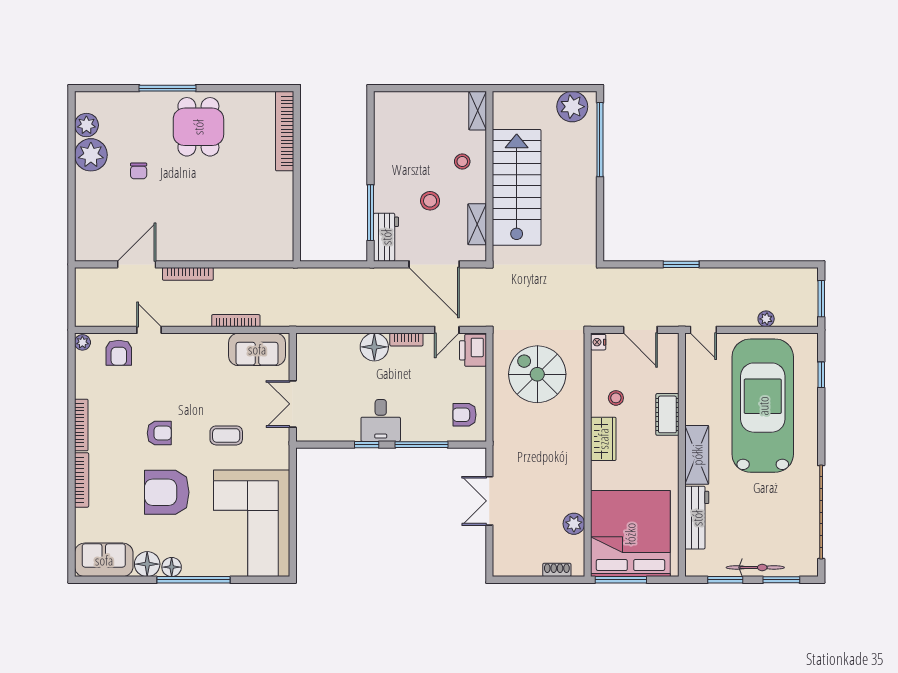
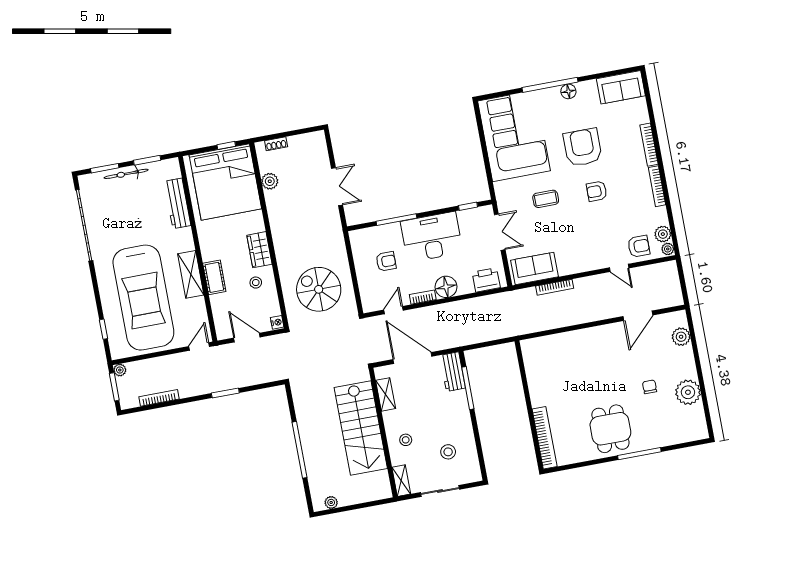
sliding door: (431, 88) -> (440, 491), added
plant: (572, 107) -> (331, 502), width x0.53, depth x0.53
plant: (86, 125) -> (681, 337), moved
window: (600, 140) -> (300, 450), moved
stool: (430, 201) -> (448, 452), moved
bookcase: (188, 274) -> (159, 398), moved
plant: (766, 319) -> (120, 370), moved
door: (703, 330) -> (199, 346), hinge flipped
printer: (473, 350) -> (486, 280), moved, turned -90
armchair: (119, 353) -> (639, 246), turned 90
plant: (85, 363) -> (663, 234), added
spiral stairs: (537, 374) -> (319, 289), turned 180
armchair: (464, 415) -> (386, 261), moved
desk: (381, 420) -> (432, 237), width x1.87, depth x1.30
window: (367, 445) -> (468, 206), moved
shelving: (697, 455) -> (191, 274), moved
armchair: (167, 492) -> (583, 147), turned -90
floor lamp: (147, 564) -> (587, 90), removed
window: (621, 580) -> (226, 145), width x0.46

